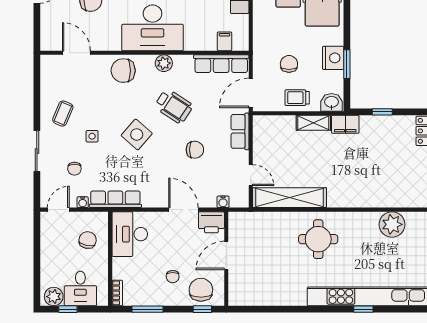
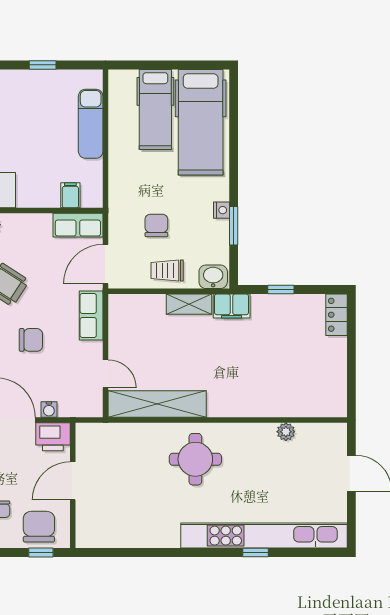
nightstand: (333, 58) -> (221, 210), width x0.53, depth x0.56
row of seats: (221, 64) -> (78, 225), width x0.68
water cooler: (223, 202) -> (49, 409), moved
plant: (392, 224) -> (286, 432), width x0.53, depth x0.53

